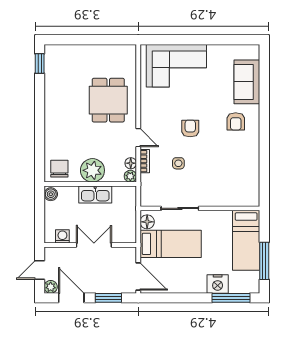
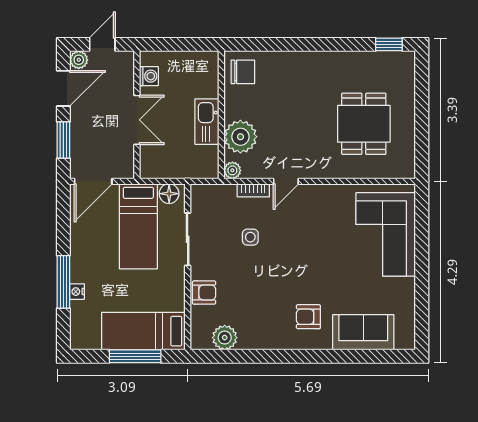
dining table: (108, 100) -> (364, 124), moved, turned 90
armchair: (190, 128) -> (204, 293), moved
floor lamp: (131, 163) -> (250, 171), removed
plant: (92, 170) -> (240, 137), moved
plant: (251, 182) -> (225, 338), added
boiler: (51, 194) -> (207, 60), removed
window: (264, 261) -> (135, 356), moved
door: (40, 270) -> (102, 44), hinge flipped
nightstand: (218, 284) -> (77, 292), width x0.53, depth x0.56
window: (231, 298) -> (63, 282), moved

